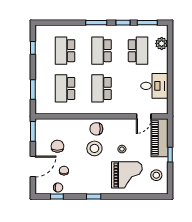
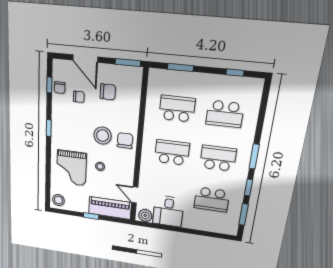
plant: (162, 43) -> (145, 215), moved
school desk: (65, 51) -> (225, 114), turned 180
stool: (156, 175) -> (58, 200), moved

